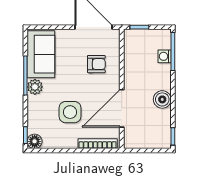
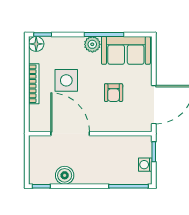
washing machine: (165, 56) -> (145, 165), moved, turned -90
armchair: (96, 64) -> (114, 93), moved
boiler: (162, 99) -> (65, 175), moved
bookcase: (98, 144) -> (34, 84), moved

